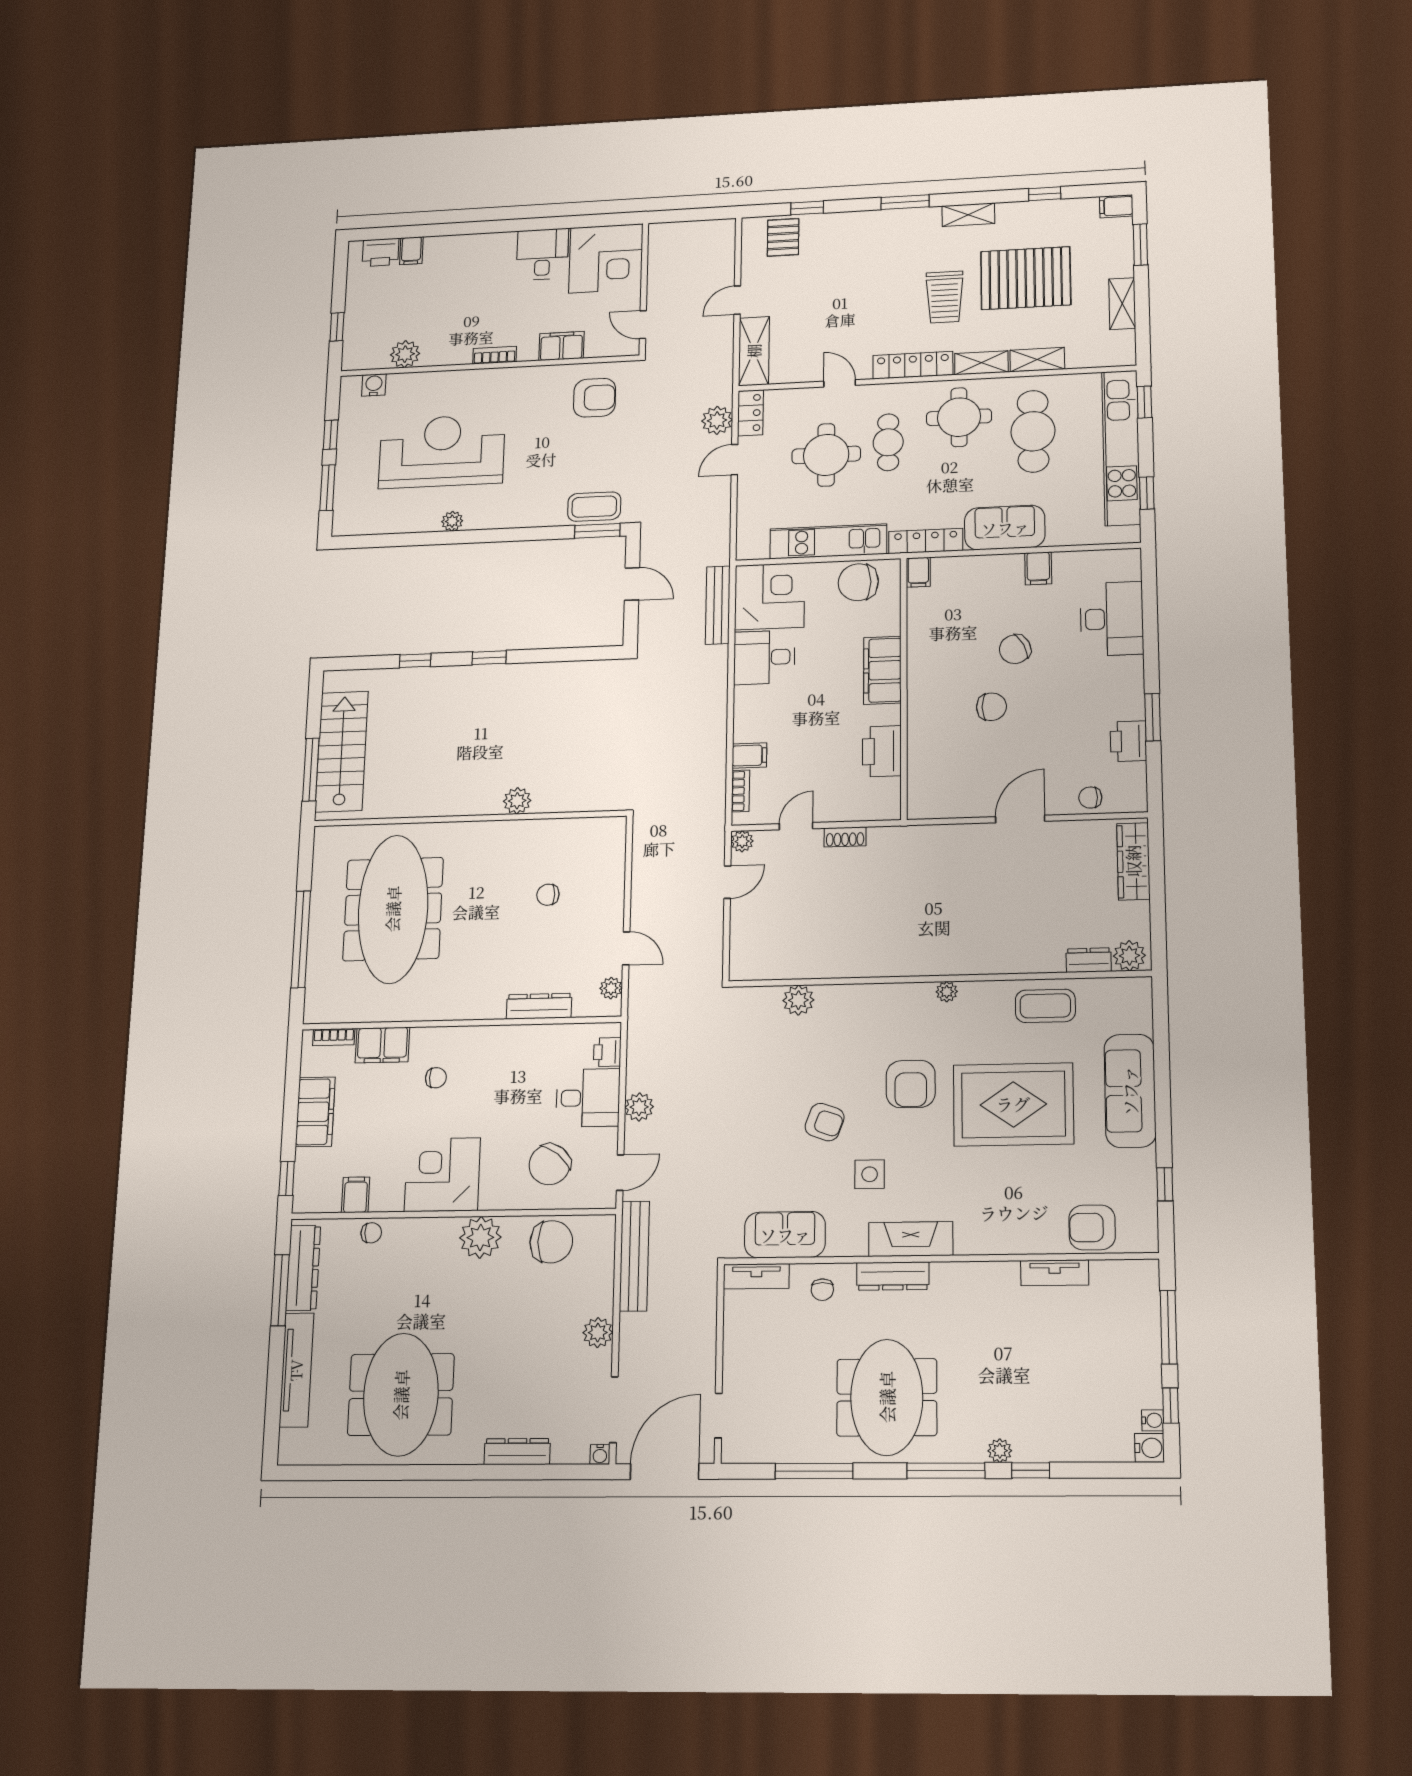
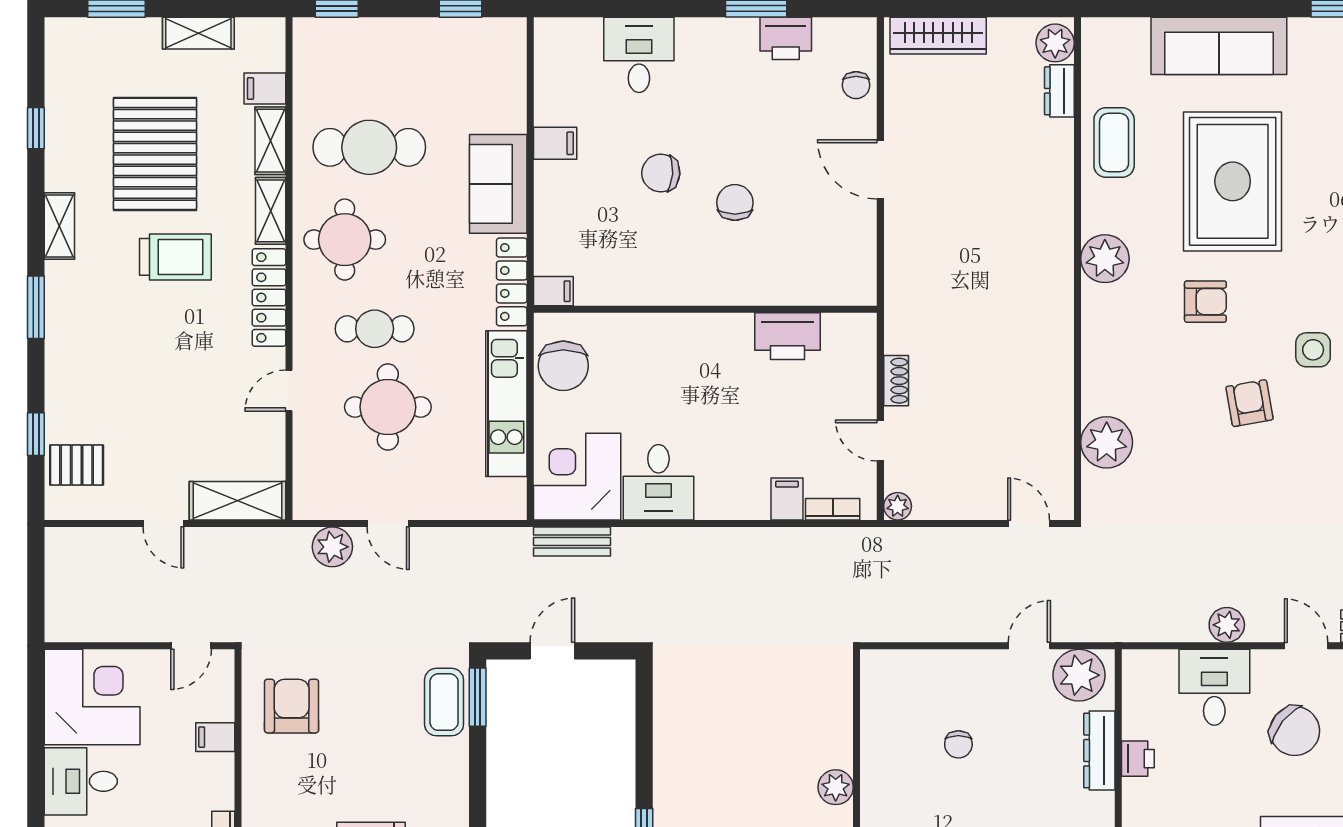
filing cabinet: (1116, 206) -> (265, 89), moved, turned 90
filing cabinet: (561, 346) -> (215, 737), width x0.50
locker: (750, 413) -> (324, 504), removed
kitchen unit: (1121, 448) -> (398, 39), removed
bench: (718, 605) -> (572, 541), width x0.73
desk: (1112, 619) -> (639, 55), width x0.73
chair: (1015, 649) -> (661, 173), turned 121
filing cabinet: (882, 670) -> (682, 336), removed
door: (727, 882) -> (1029, 523), moved
plant: (611, 988) -> (1079, 675), width x1.88, depth x1.88
plant: (947, 992) -> (1105, 259), width x1.88, depth x1.88
plant: (798, 1000) -> (1107, 442), width x1.36, depth x1.36
printer: (607, 1052) -> (1138, 759), moved, turned -90
armchair: (911, 1084) -> (1205, 302), width x0.72, depth x0.72
armchair: (825, 1122) -> (1249, 403), turned -30

